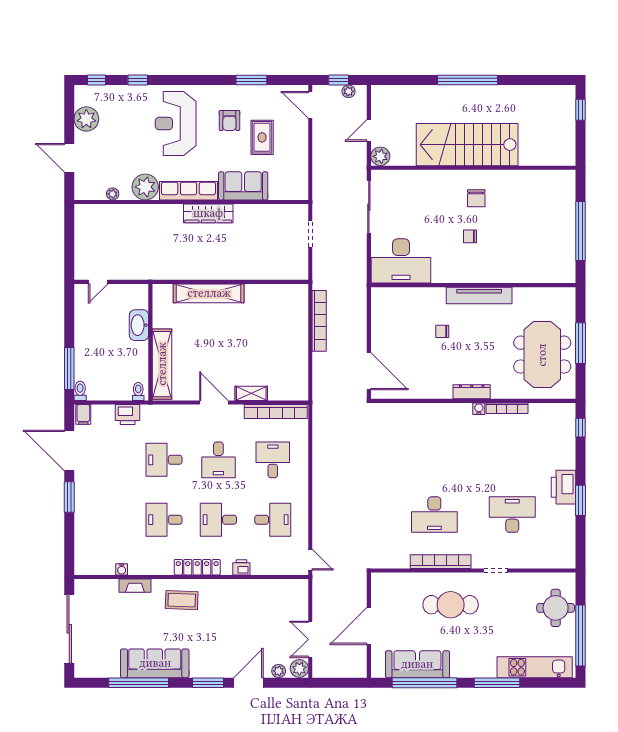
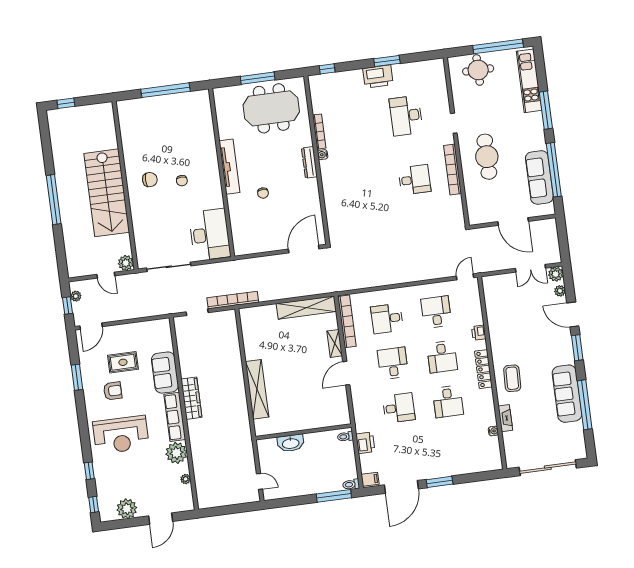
bookcase: (319, 321) -> (233, 300), moved
shelving: (162, 364) -> (306, 308), moved
desk: (164, 460) -> (399, 408), turned -90
desk: (218, 460) -> (393, 363), turned -90
desk: (434, 515) -> (414, 180), width x0.73

